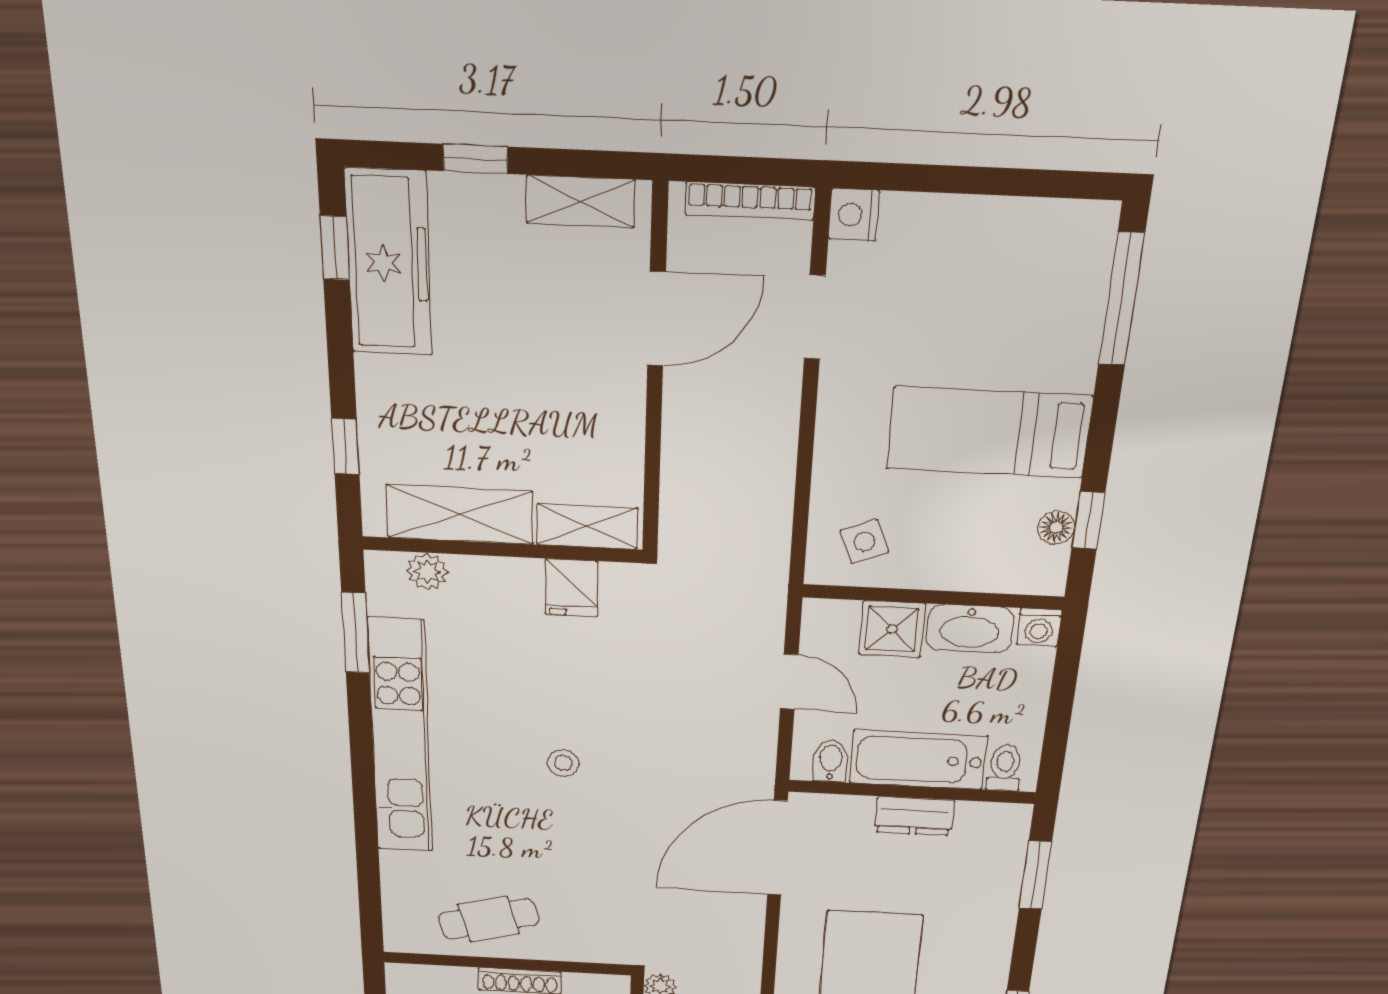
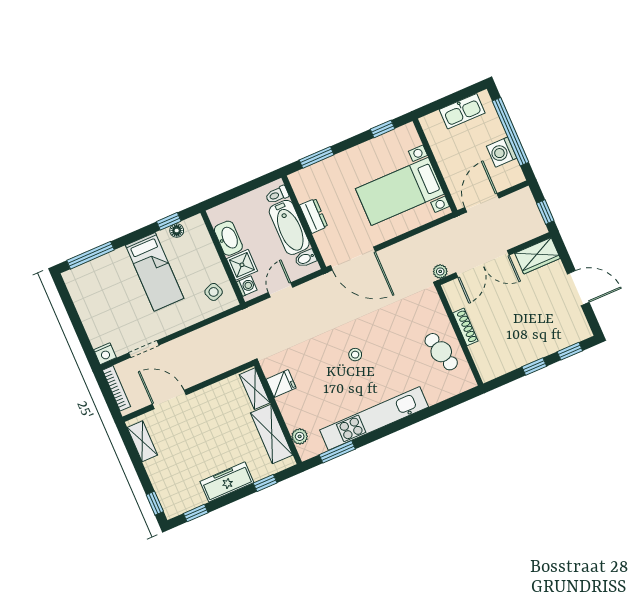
window: (475, 159) -> (155, 503), moved
freezer: (389, 263) -> (227, 482), moved, width x0.73, depth x0.79
washing machine: (1039, 627) -> (247, 286), moved

